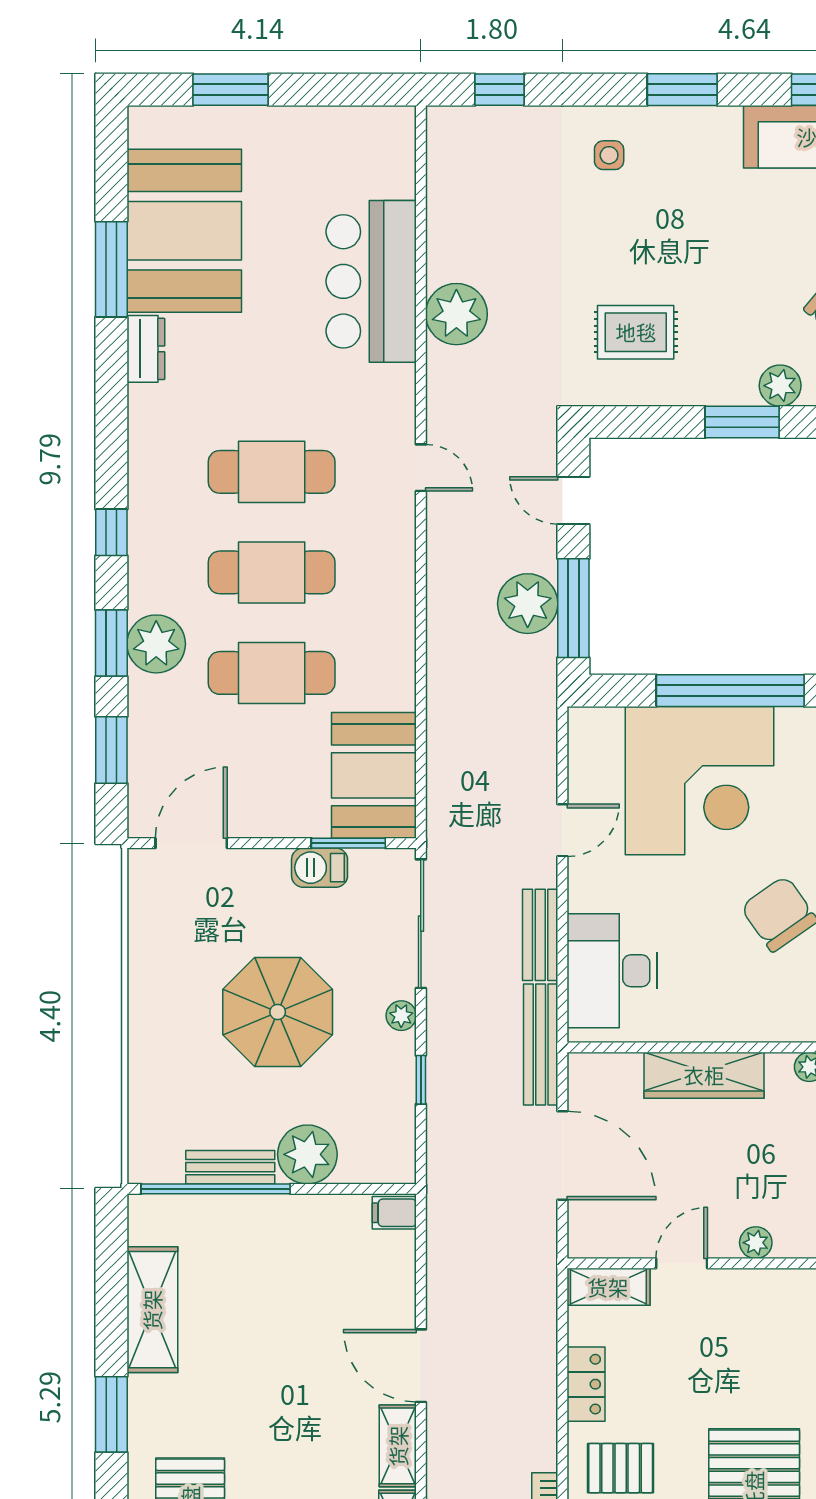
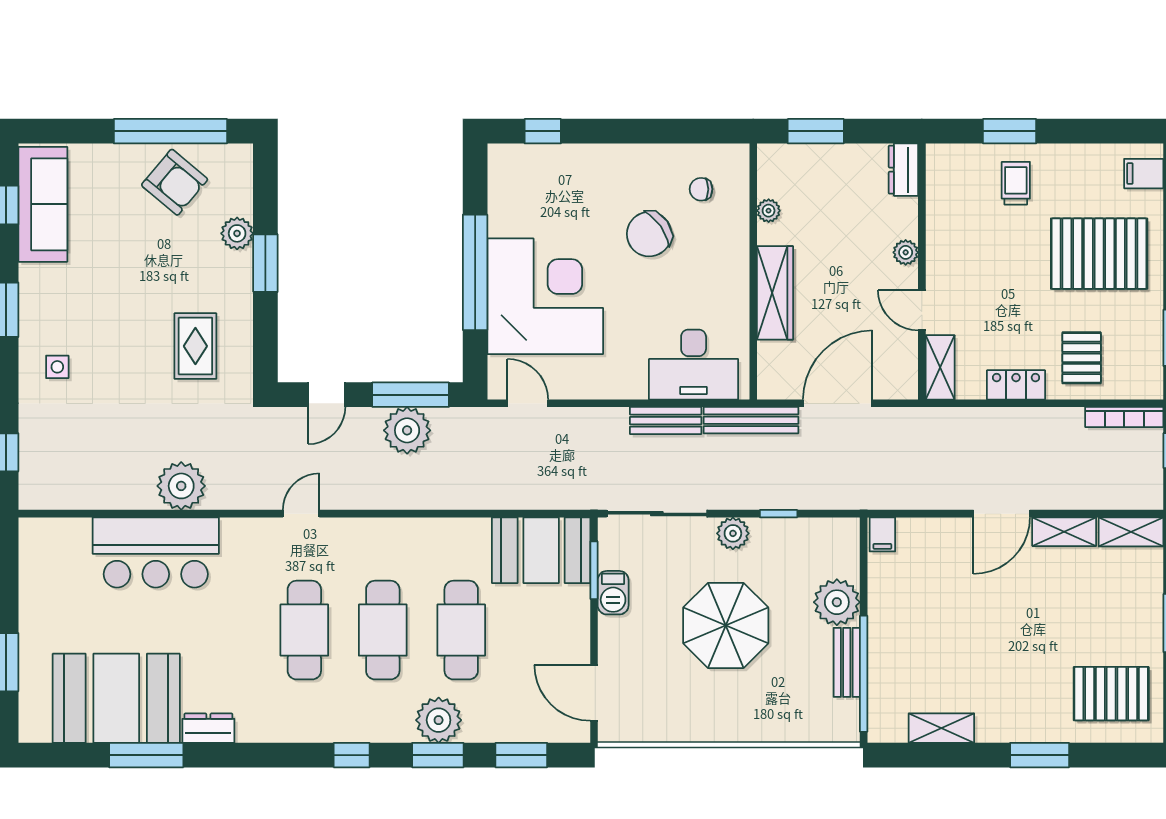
door: (562, 830) -> (528, 403), moved
plant: (401, 1016) -> (733, 533), width x1.38, depth x1.38
shelving: (152, 1310) -> (941, 728), width x0.67, depth x0.75

